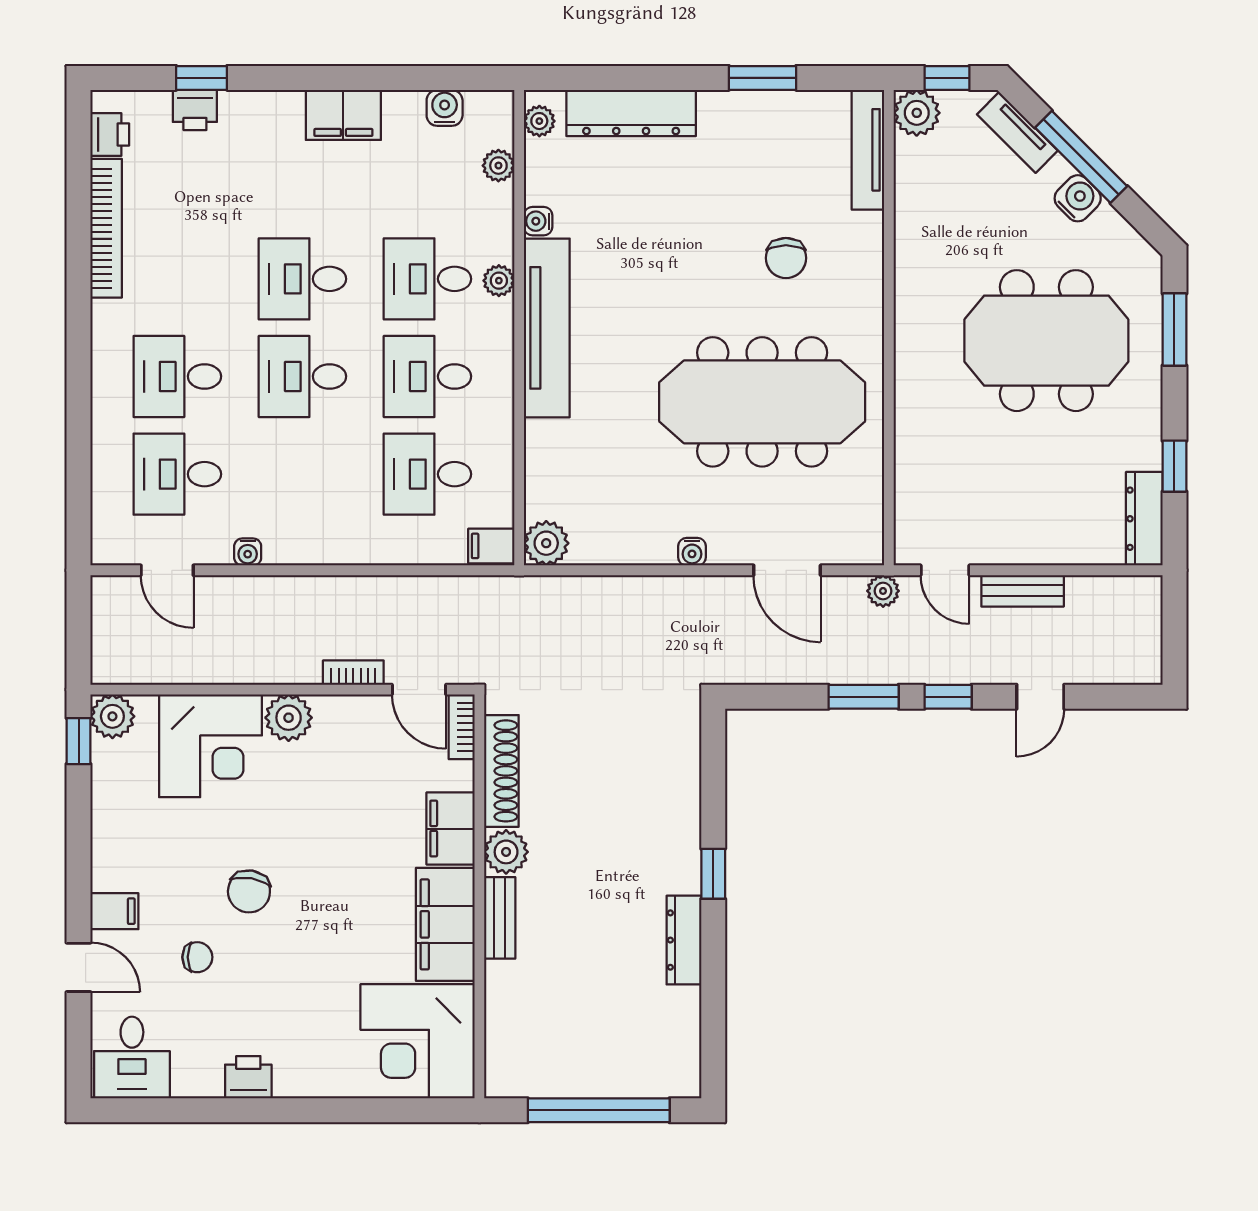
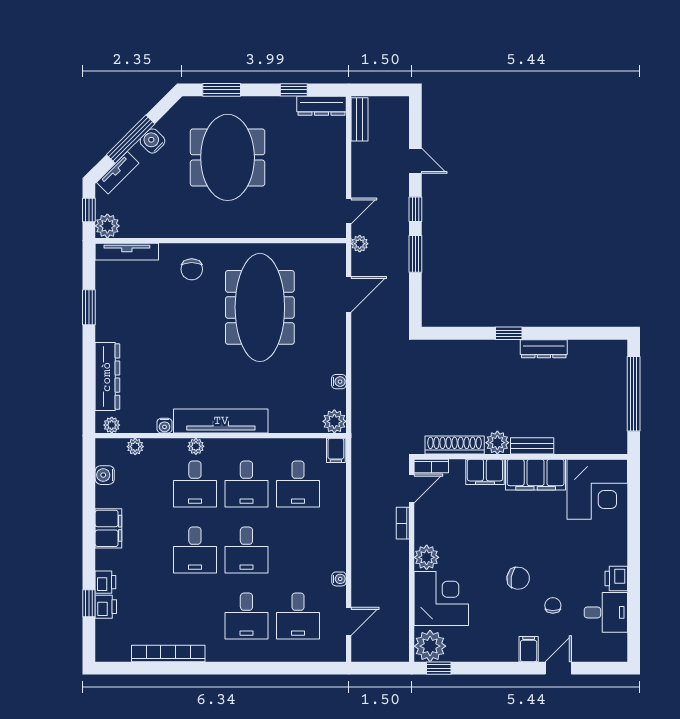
printer: (110, 134) -> (105, 582), moved, turned 90
chair: (786, 258) -> (192, 269), moved, turned 90
water cooler: (692, 552) -> (339, 382), moved
bench: (1023, 591) -> (360, 119), moved
plant: (112, 716) -> (430, 646), width x1.36, depth x1.36
desk: (132, 1058) -> (606, 612), moved

